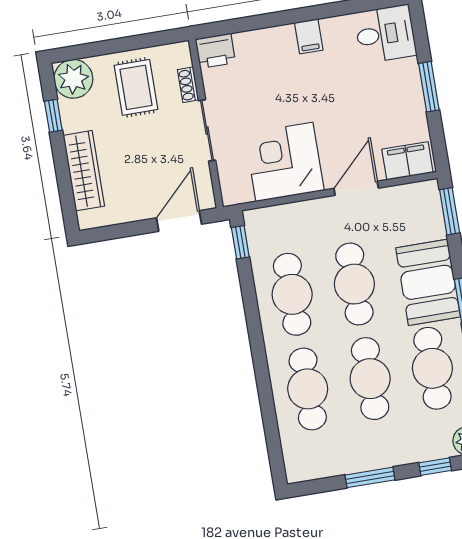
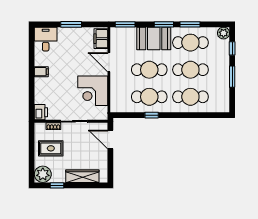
window: (240, 242) -> (152, 115), moved

